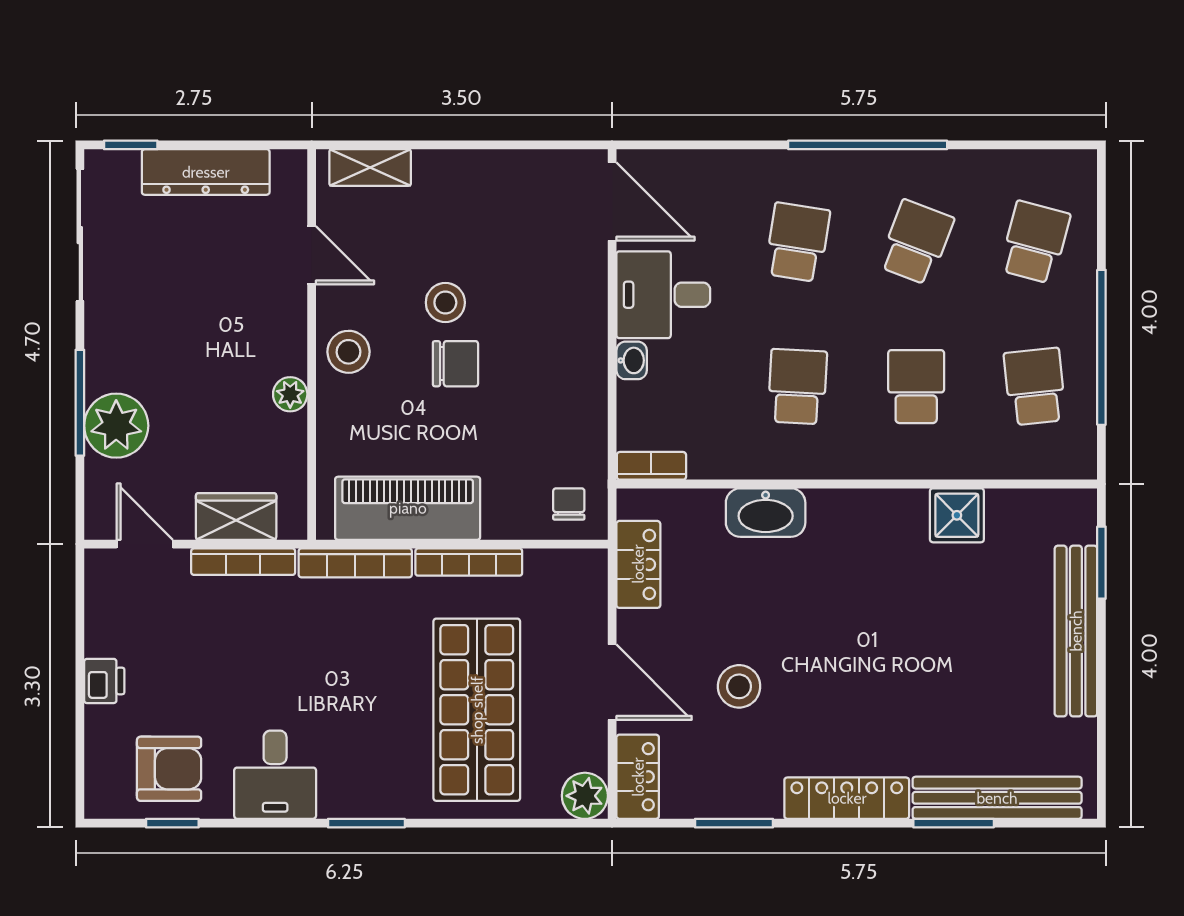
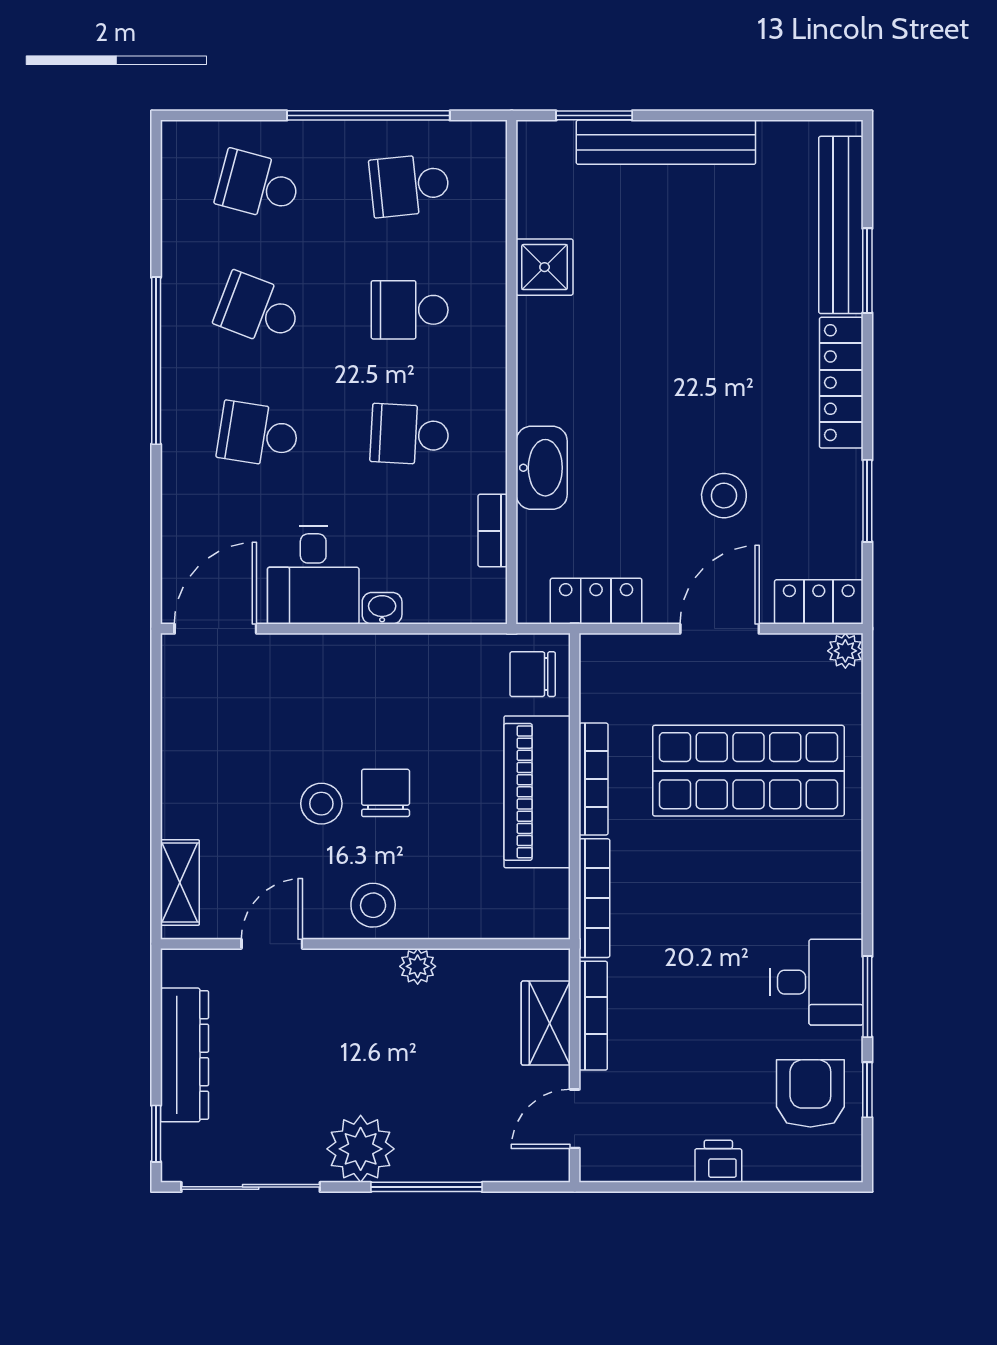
plant: (116, 426) -> (361, 1149), moved
bookcase: (651, 466) -> (493, 531), moved
chair: (569, 504) -> (533, 674), width x1.37, depth x1.37
piano: (408, 508) -> (537, 792), moved
plant: (585, 796) -> (845, 651), width x0.73, depth x0.73
window: (366, 823) -> (867, 997), moved

